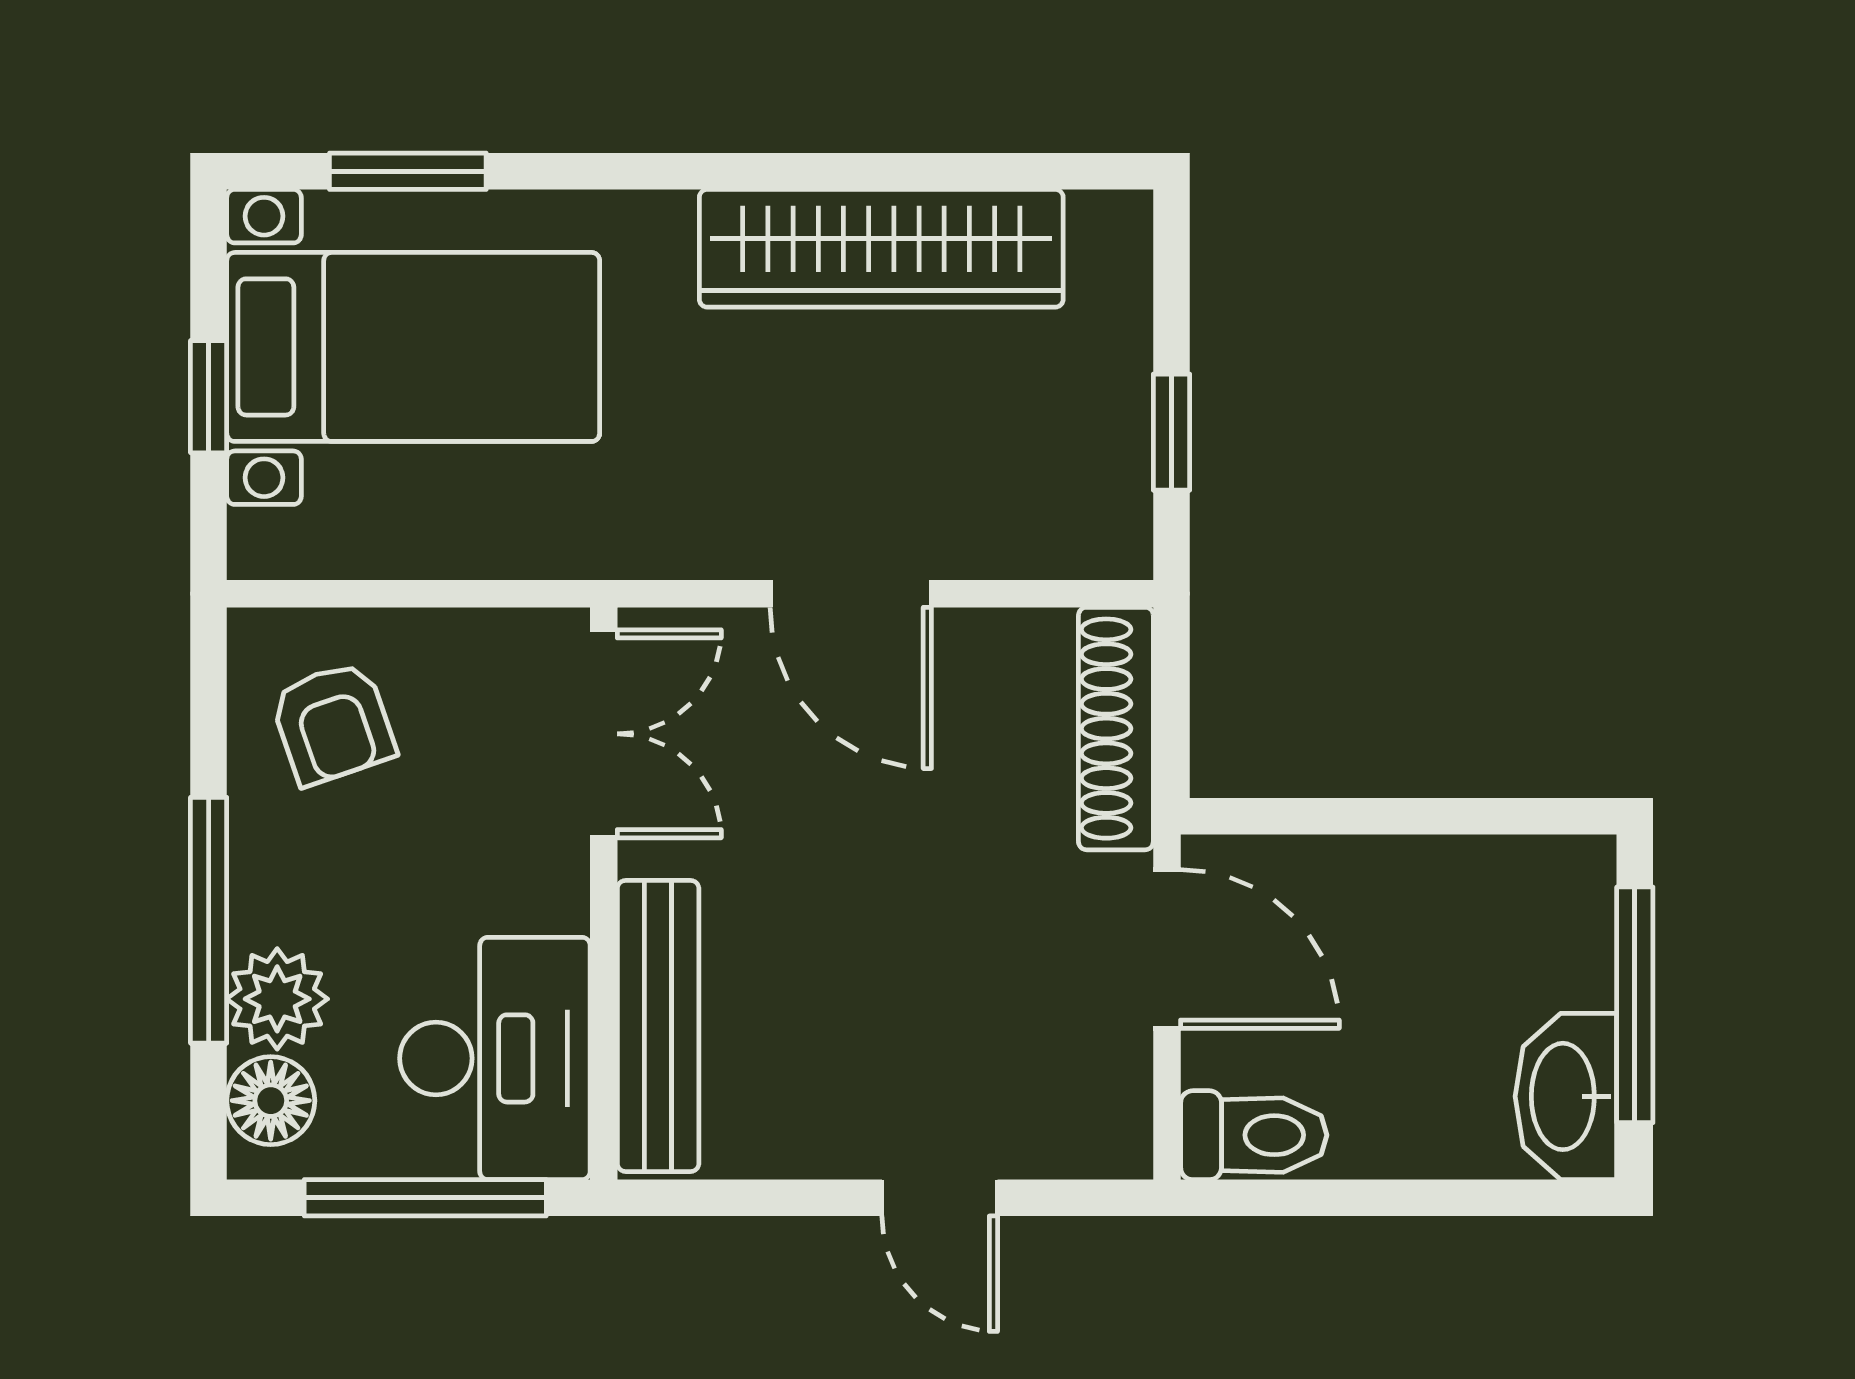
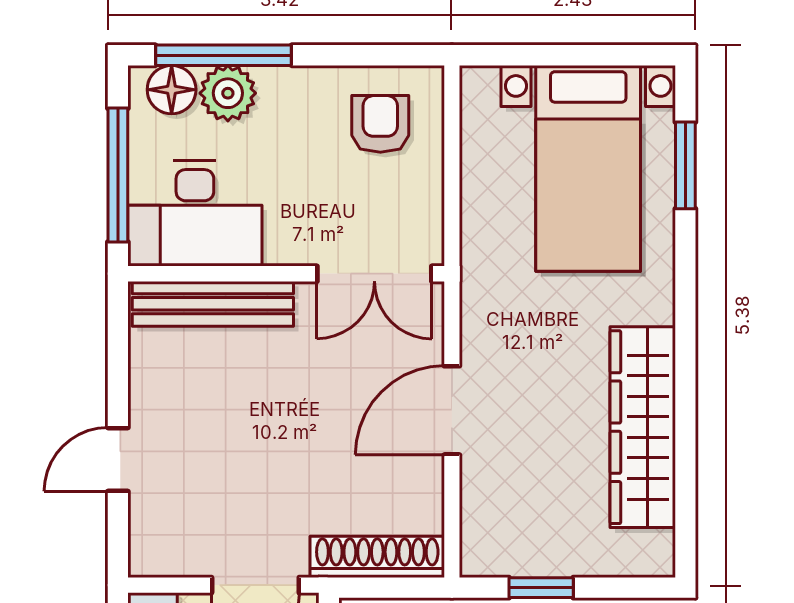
window: (209, 397) -> (561, 55), removed
armchair: (333, 723) -> (380, 124), turned 109
window: (209, 920) -> (224, 55), moved

